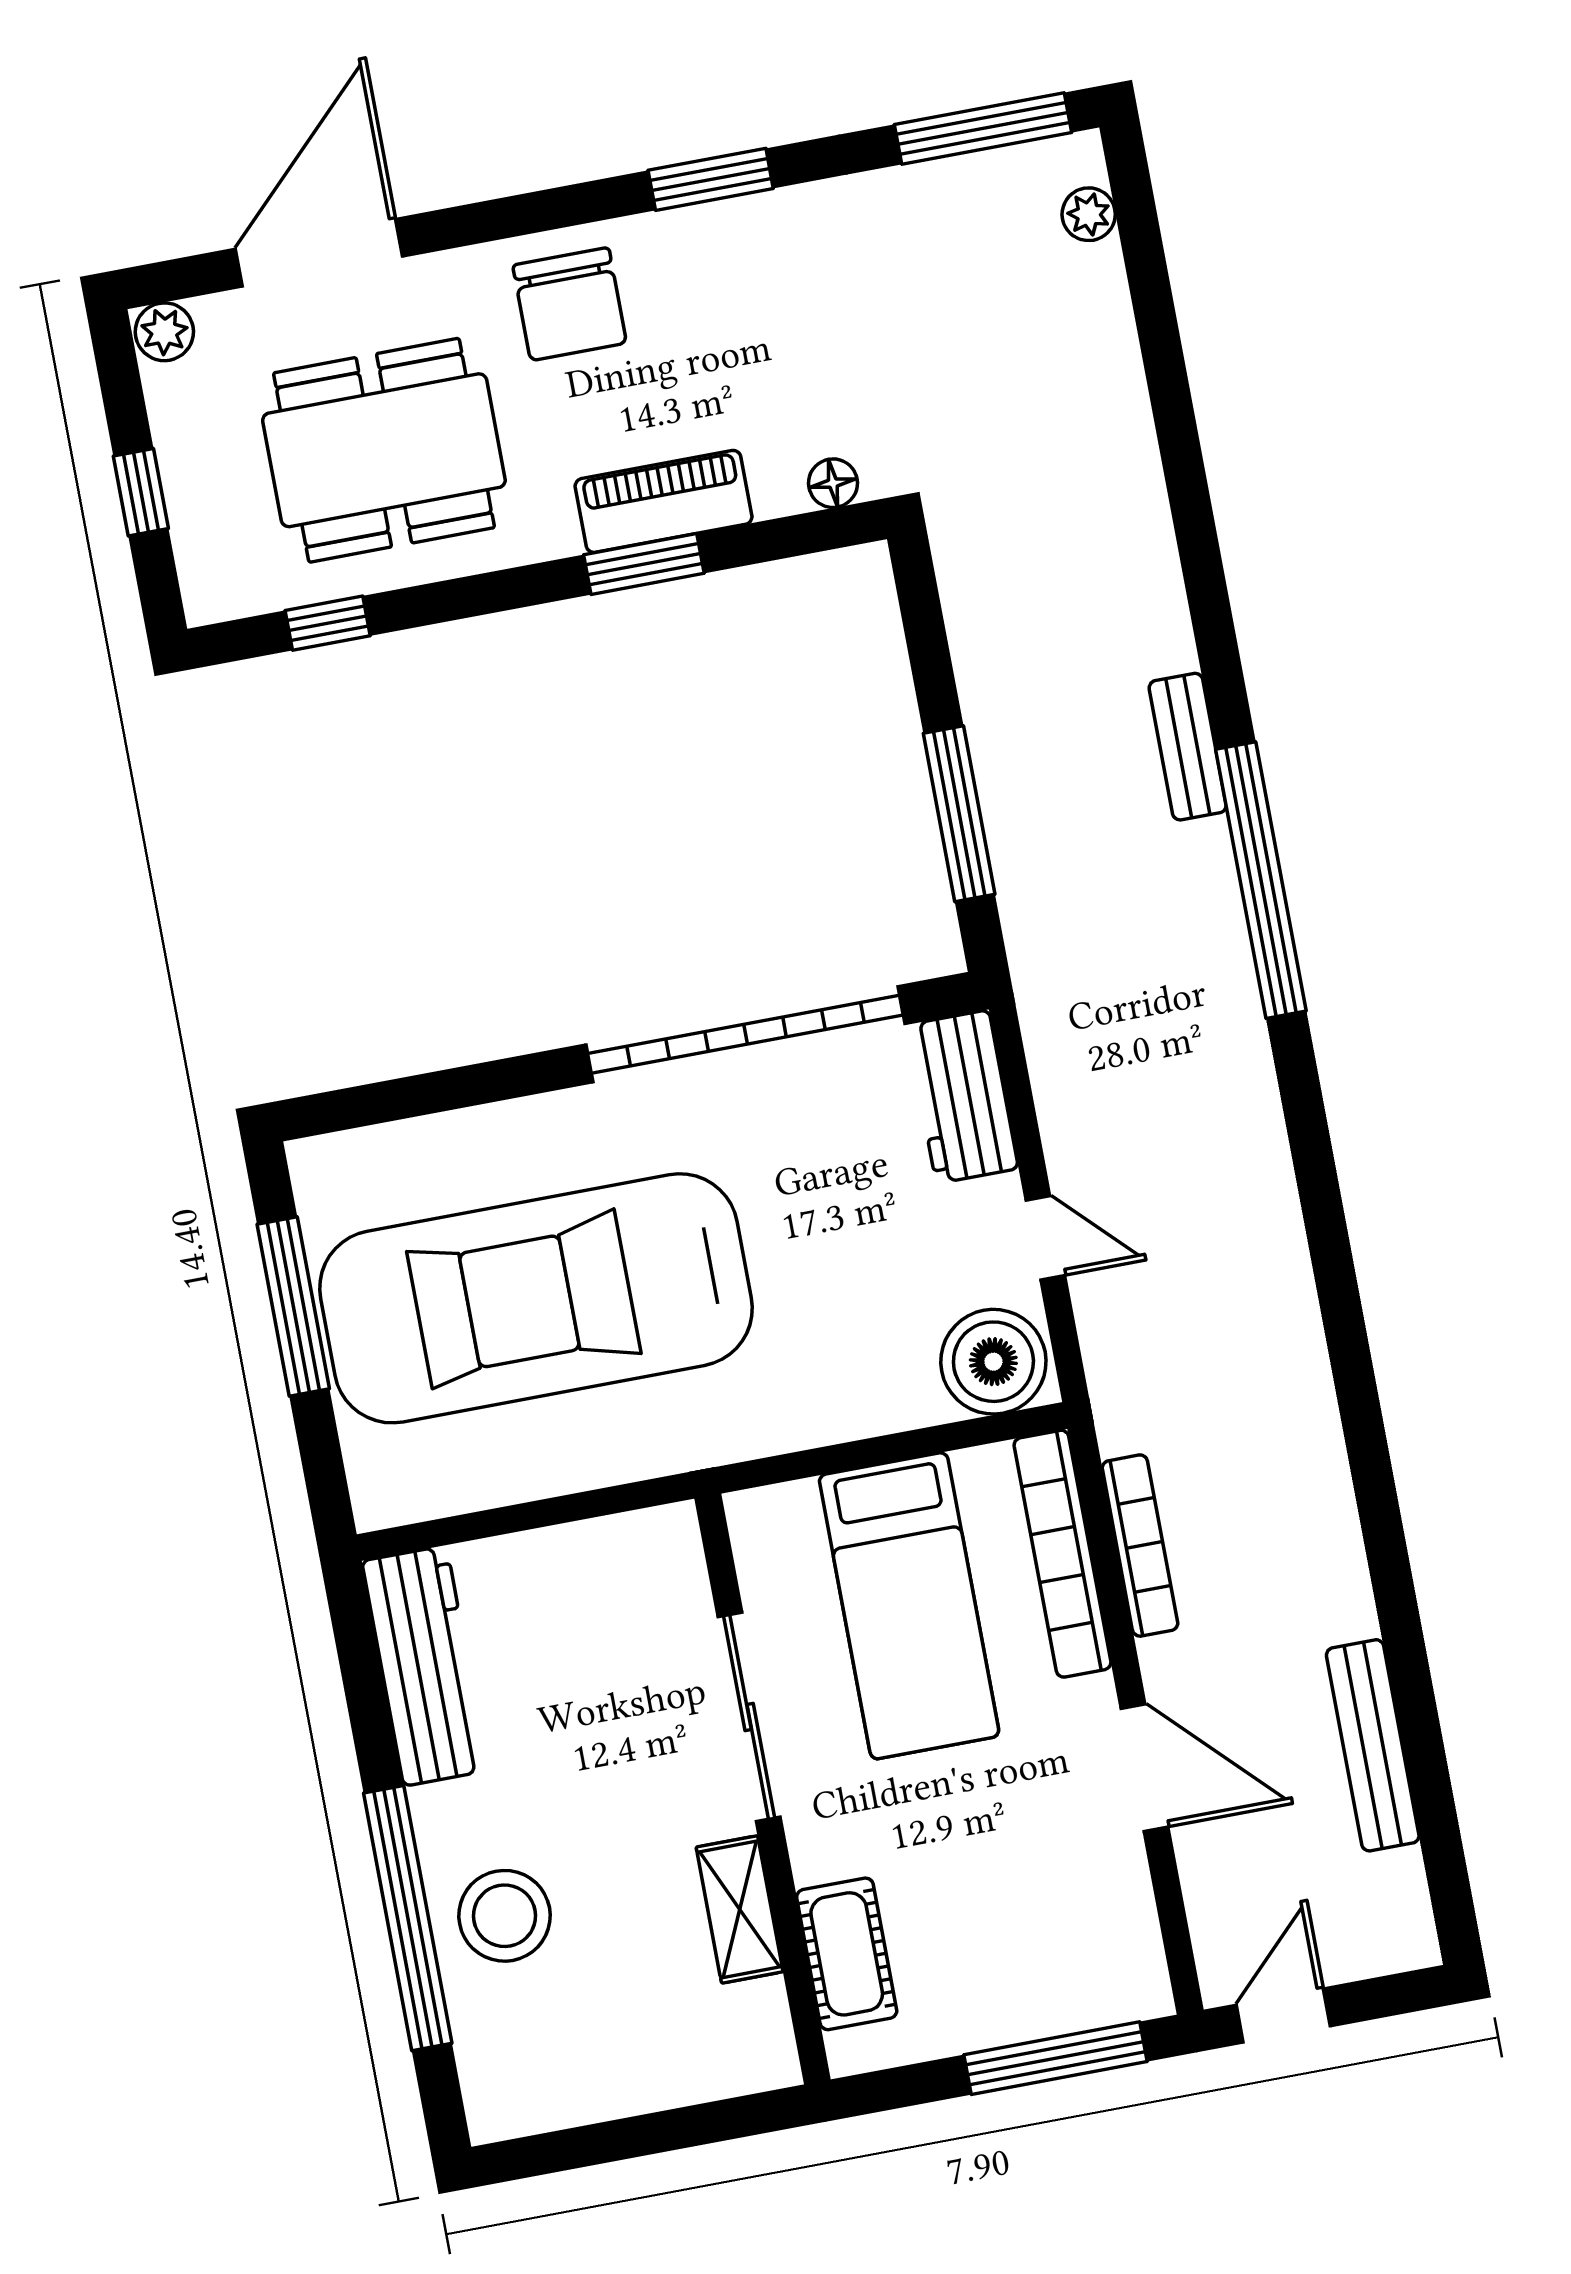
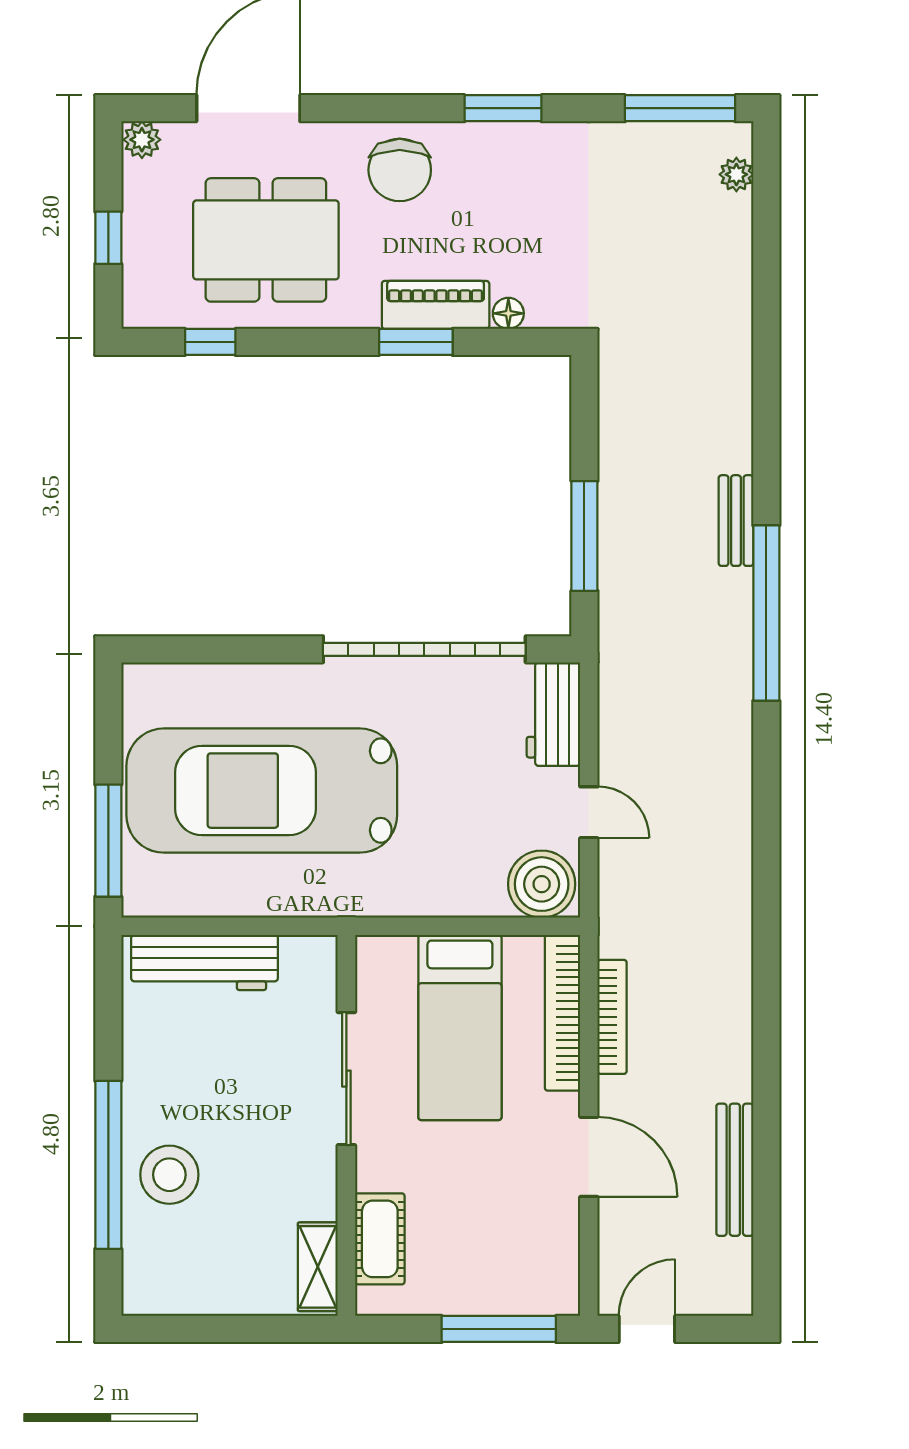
floor lamp: (833, 483) -> (508, 313), moved
window: (293, 1306) -> (108, 841), moved
workbench: (425, 1666) -> (205, 963), moved, turned 90
shelving: (740, 1909) -> (318, 1267), moved

